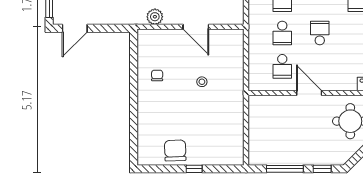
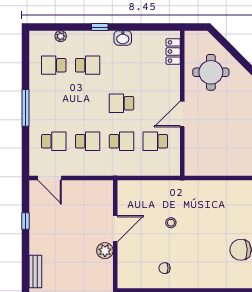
plant: (155, 17) -> (105, 251), moved
school desk: (282, 66) -> (155, 141), turned 180

